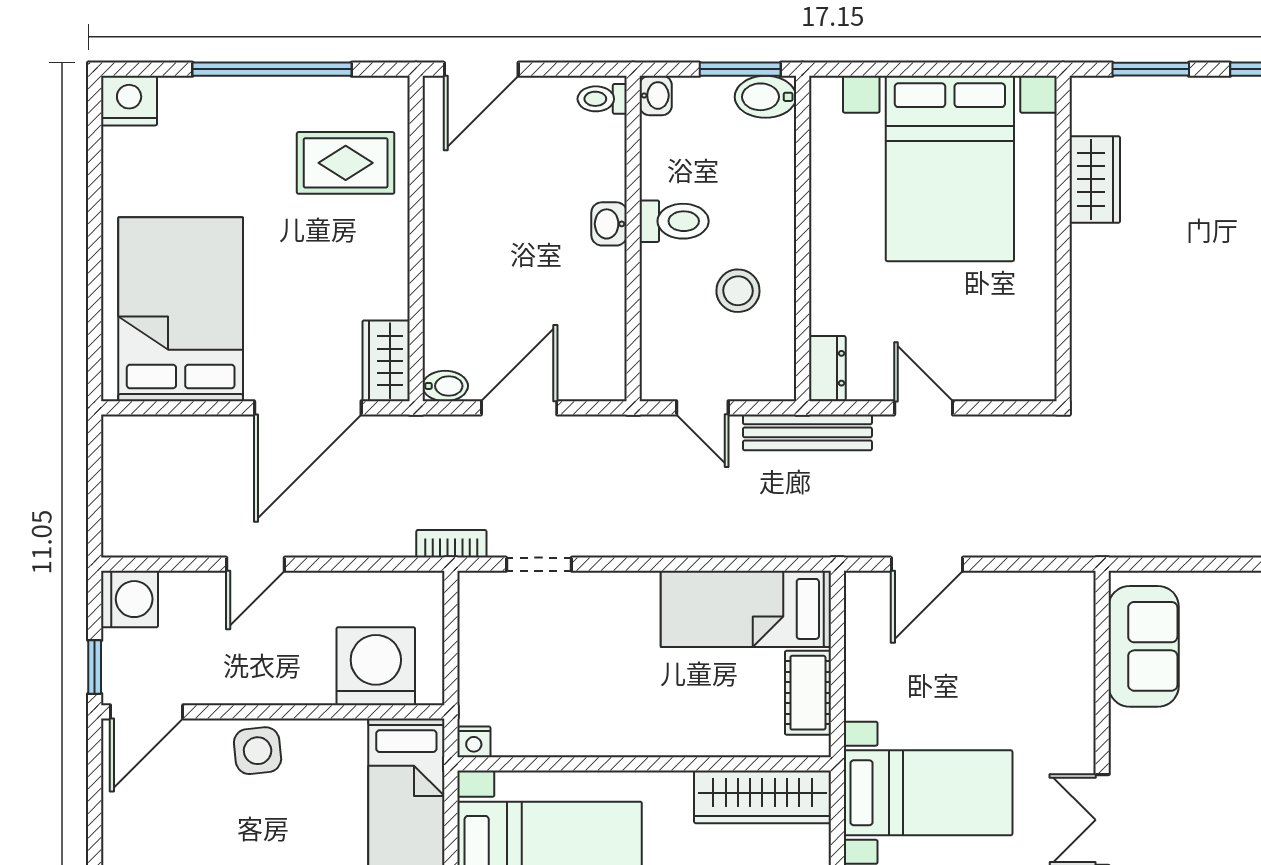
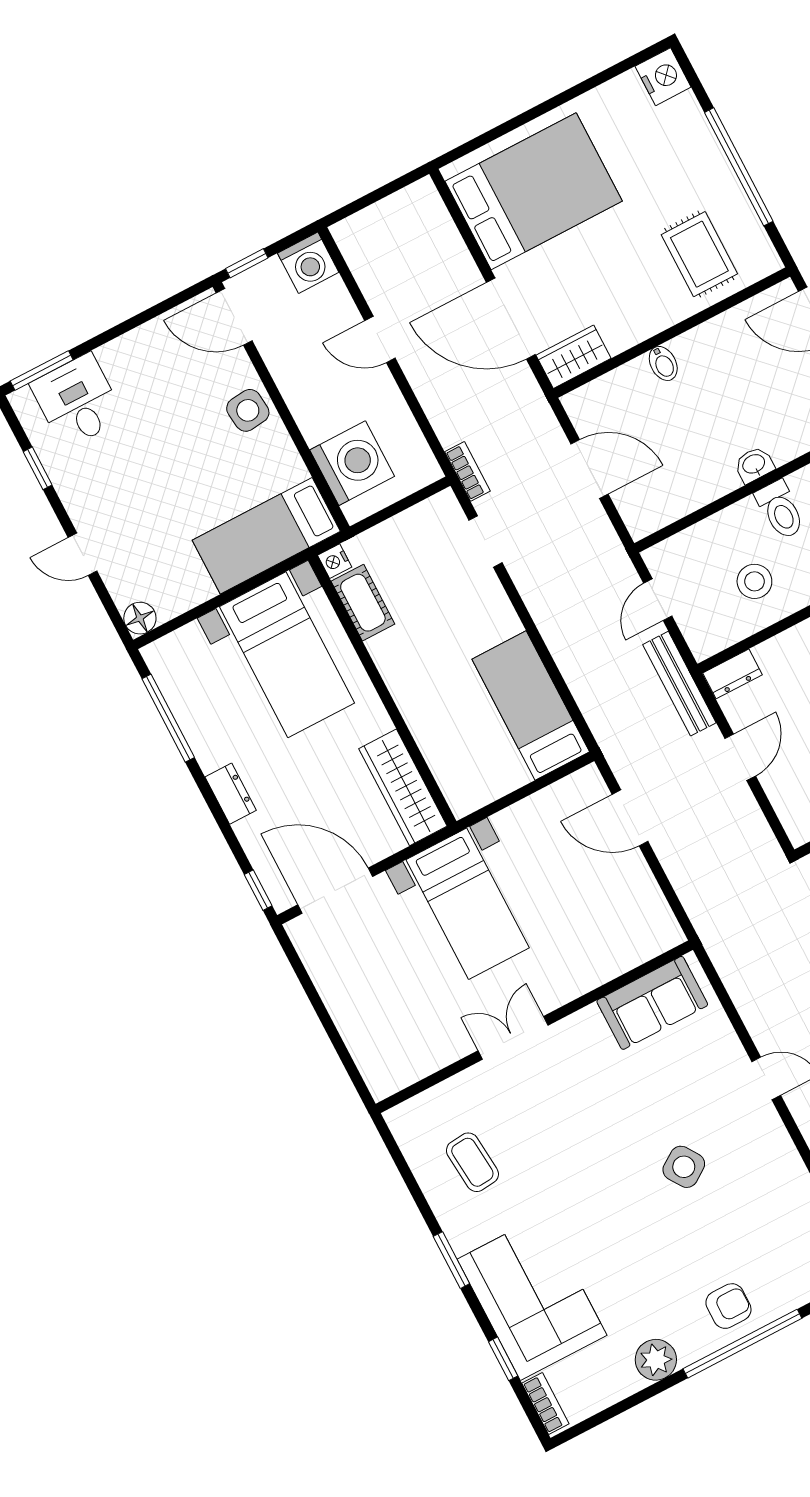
bidet: (445, 386) -> (663, 363), moved
cot: (808, 693) -> (363, 603), moved, turned 90

